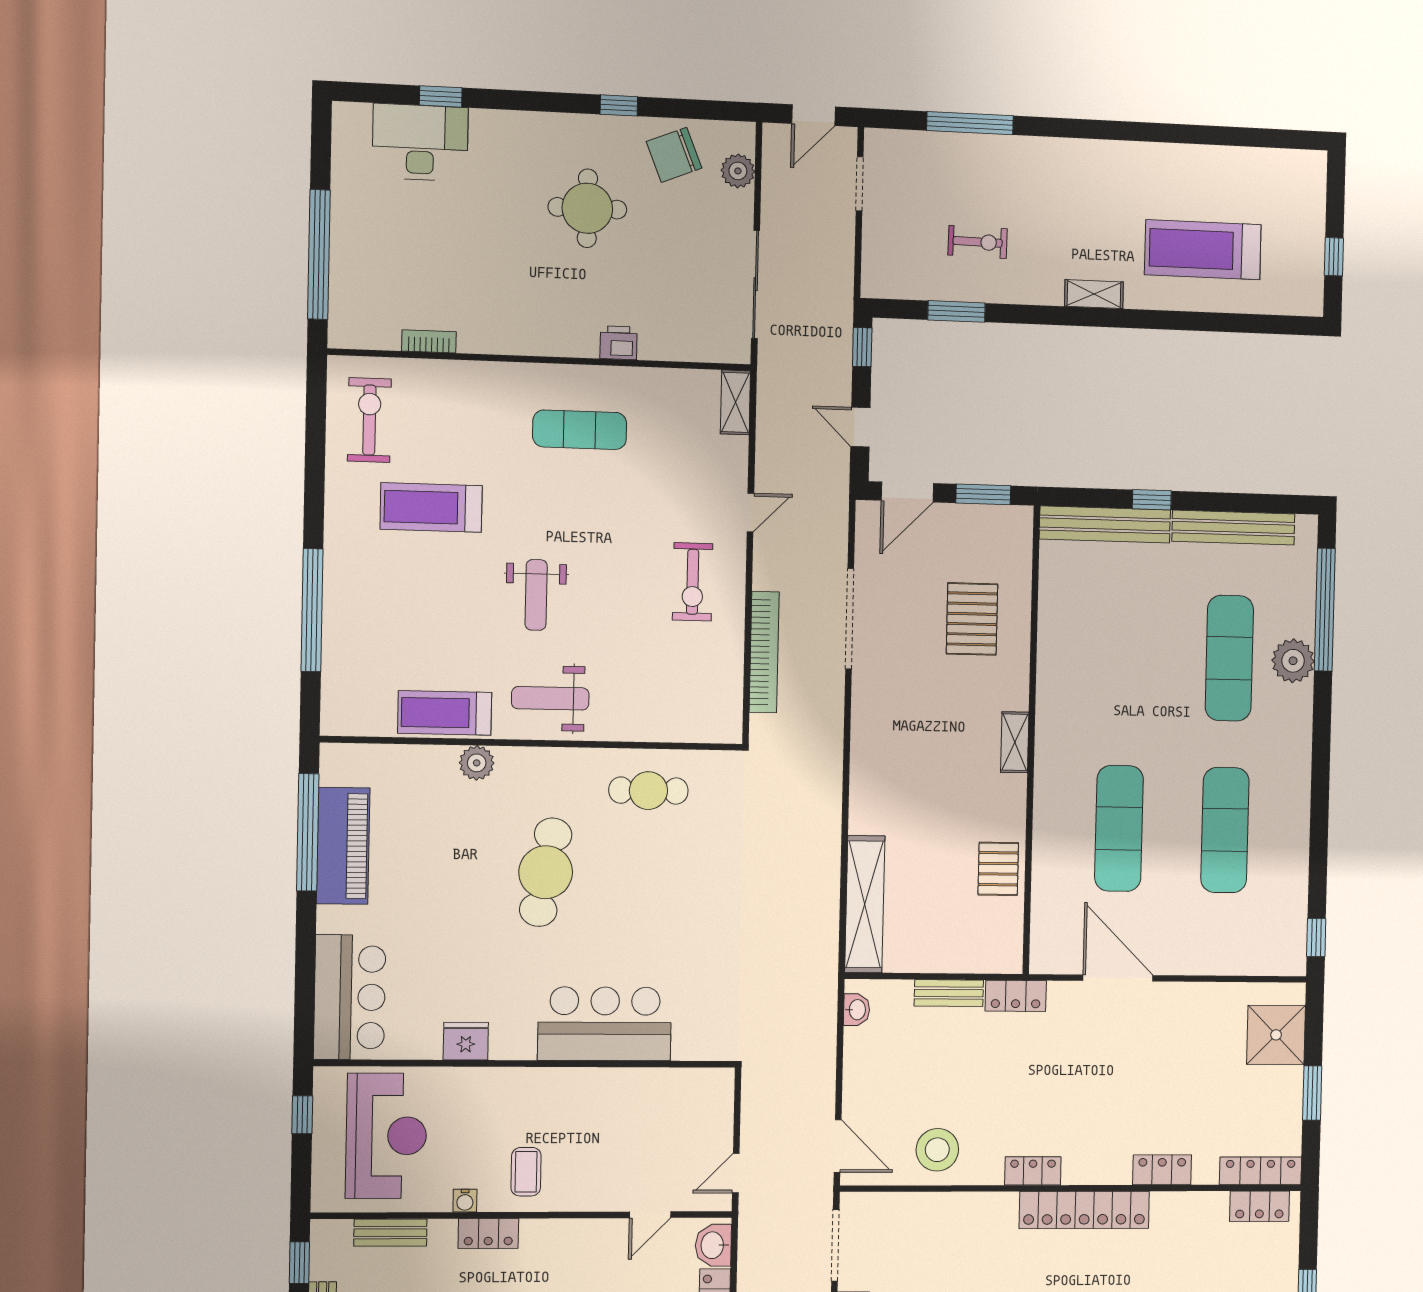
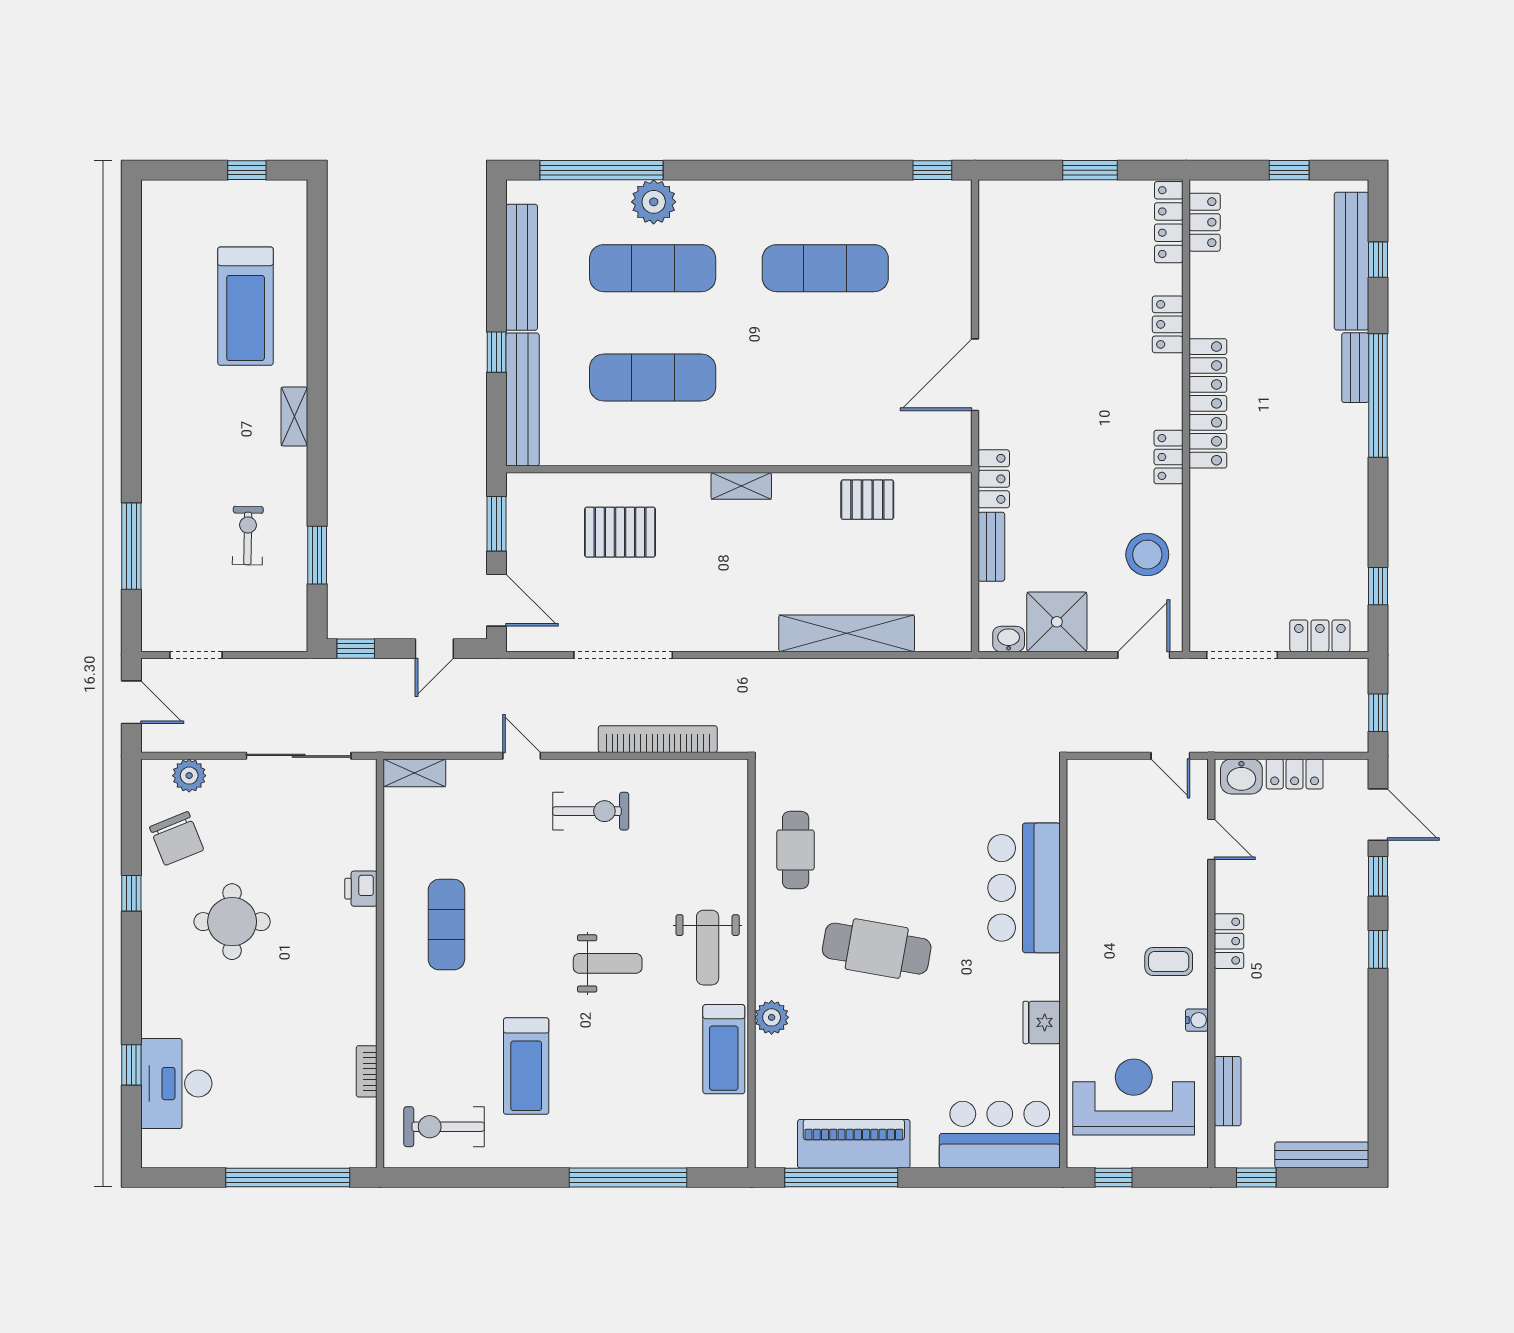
exercise mat: (1119, 828) -> (653, 377), moved
shelving: (865, 904) -> (847, 633), moved
shower: (1276, 1035) -> (1057, 622), moved
locker: (488, 1234) -> (1229, 941), moved

